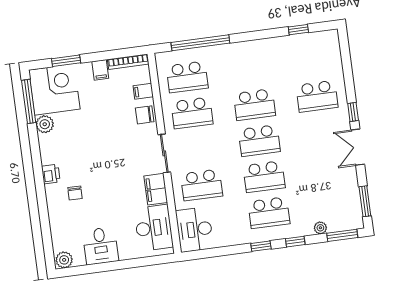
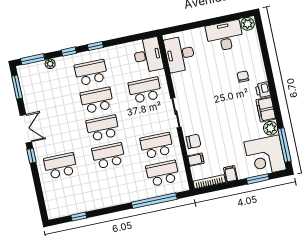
filing cabinet: (156, 189) -> (266, 109), moved, turned 180
desk: (101, 246) -> (225, 36), width x1.37

